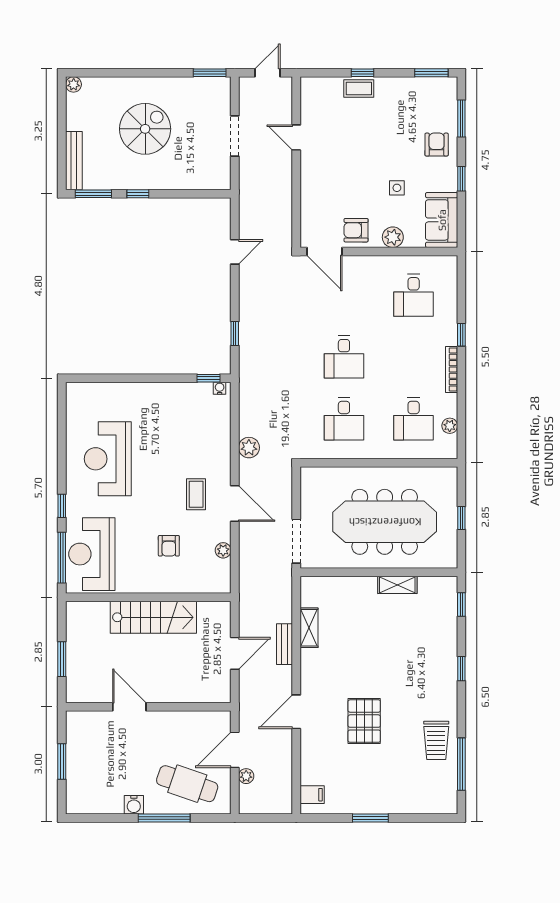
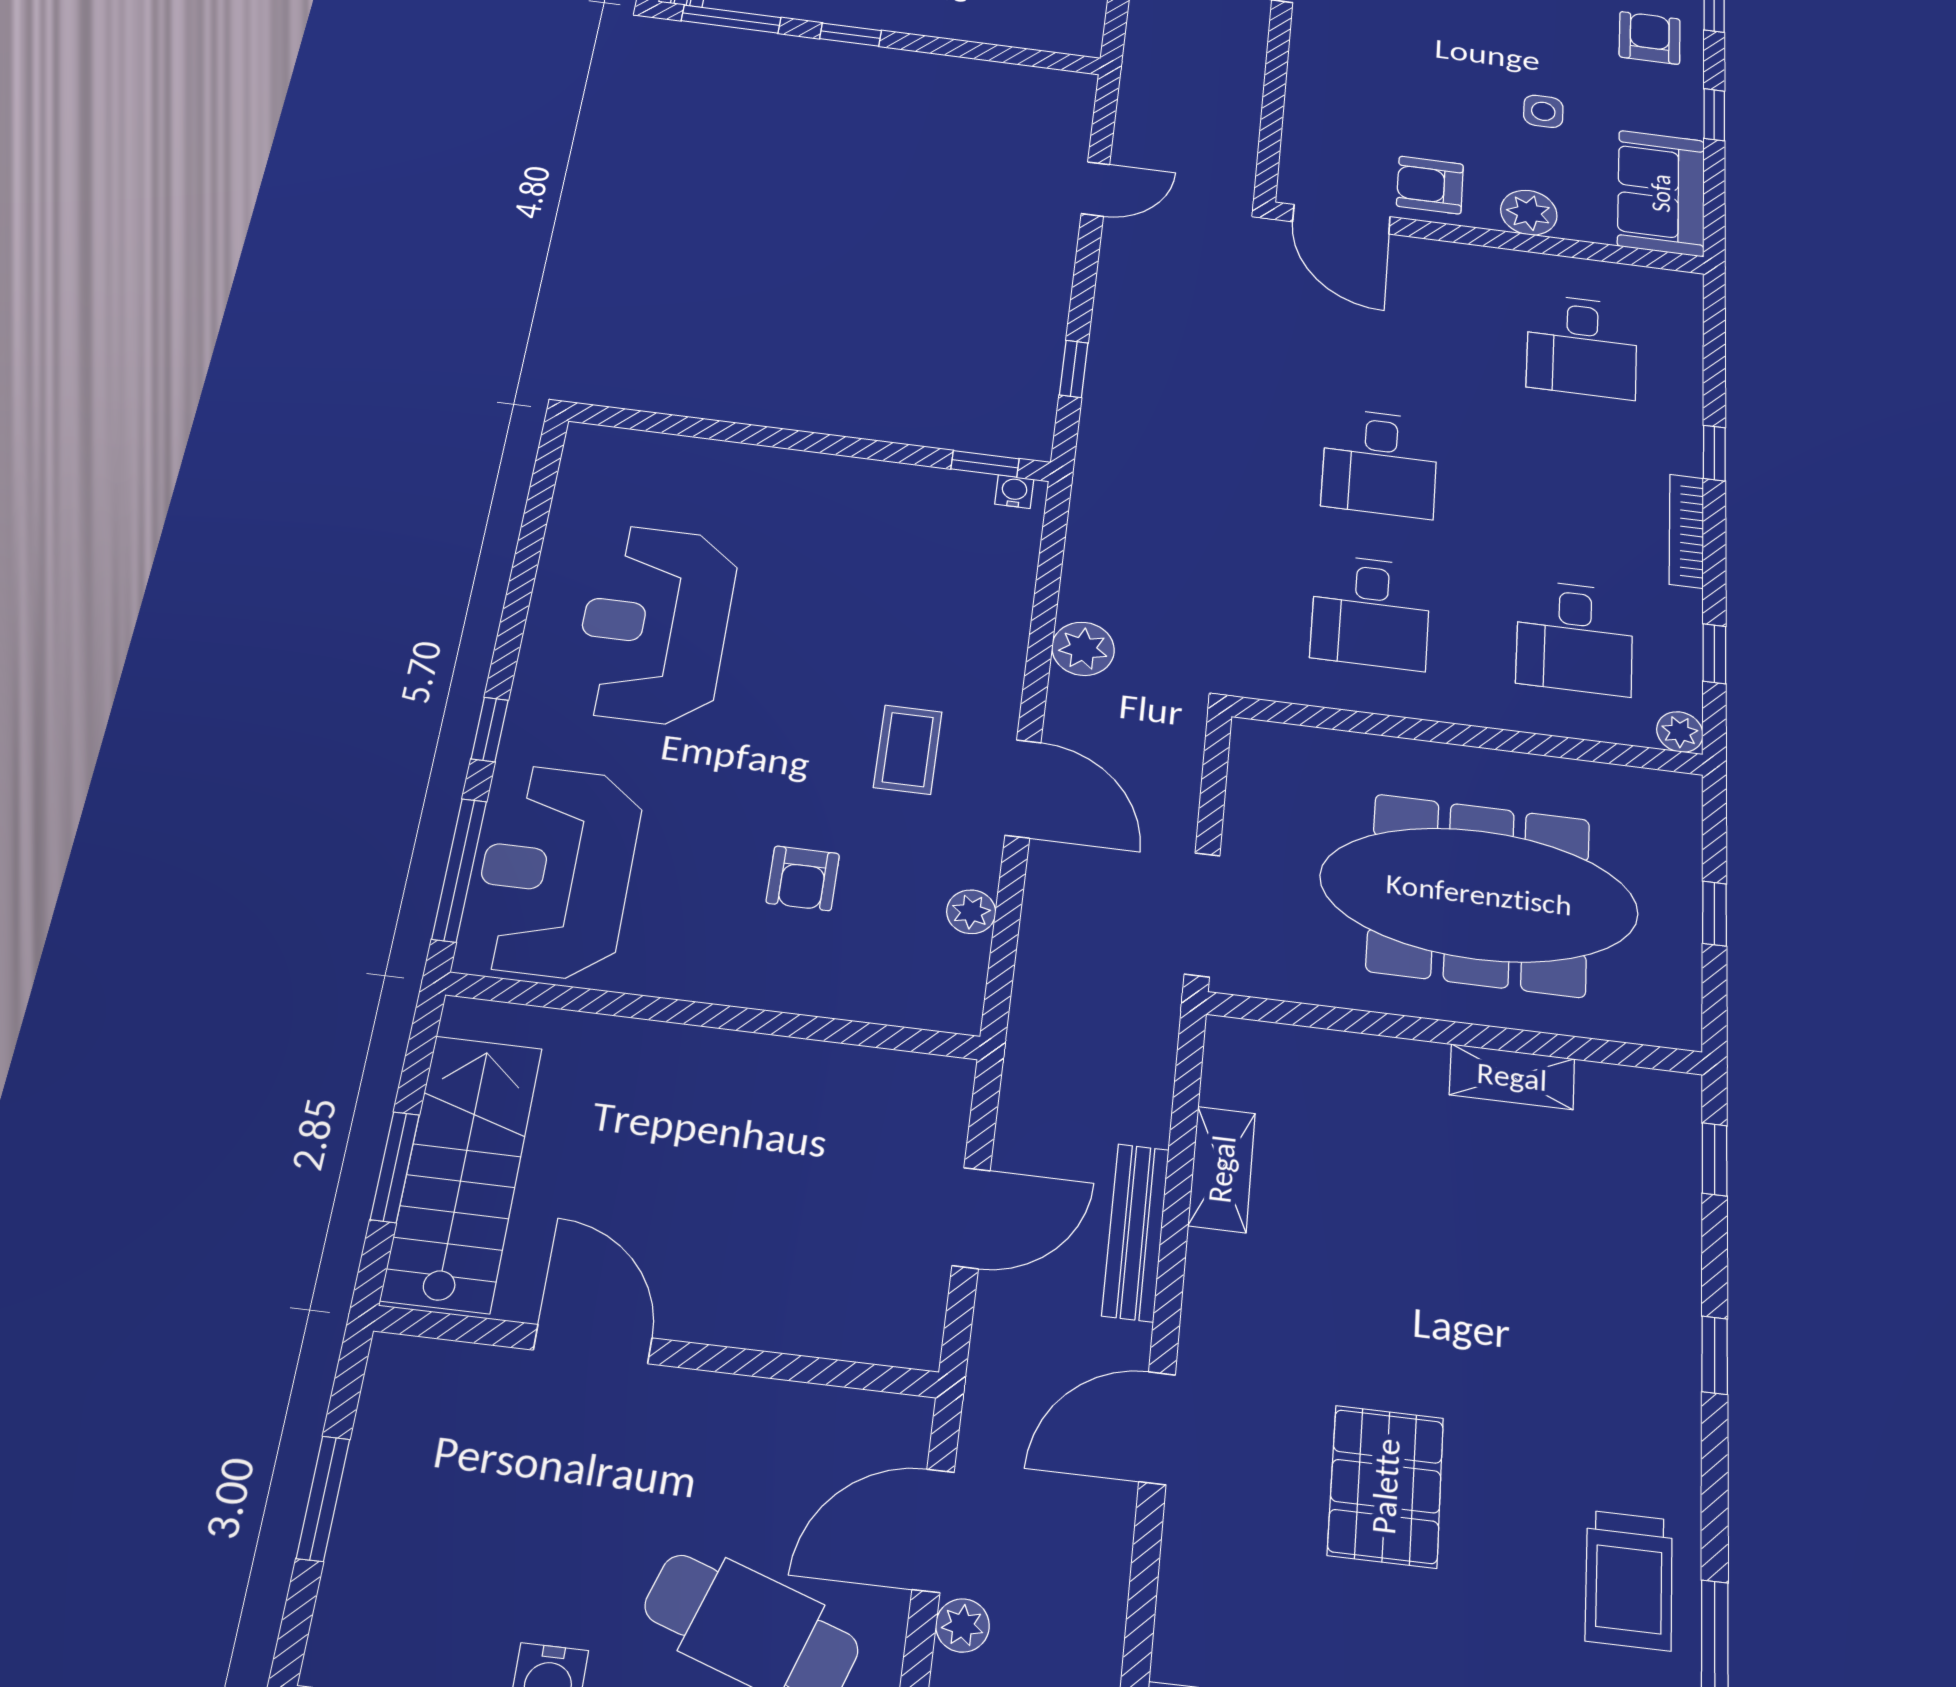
window: (461, 418) -> (1714, 654), added
plant: (450, 426) -> (1680, 732), moved
stairs: (153, 617) -> (462, 1172), moved, turned -90
bench: (285, 644) -> (1136, 1232), width x1.36

